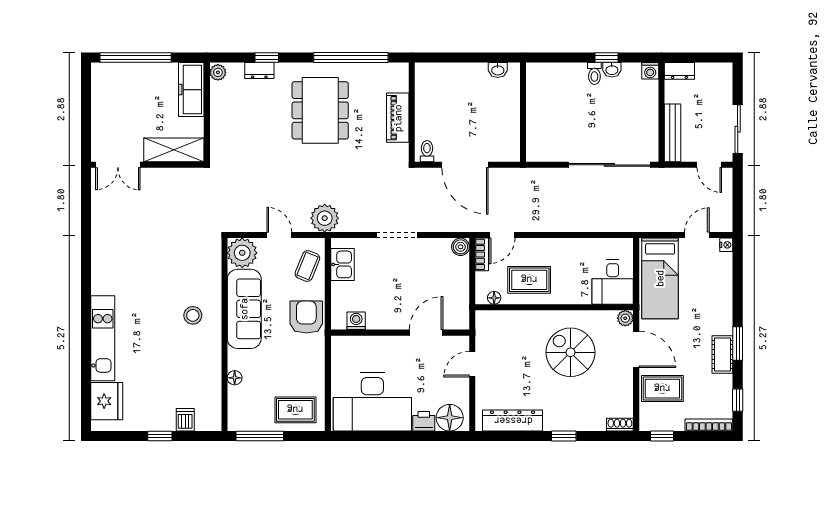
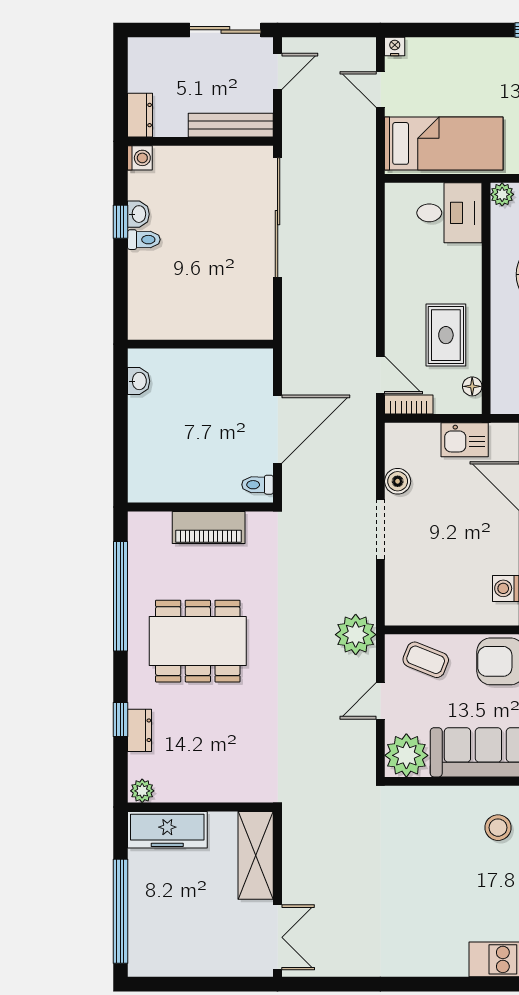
boiler: (461, 247) -> (398, 481), moved
kitchen sink: (342, 264) -> (465, 440), moved, turned 180

